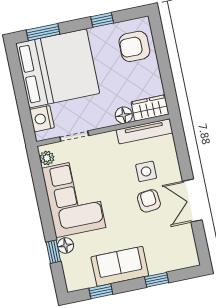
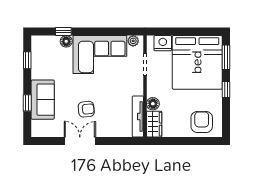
window: (102, 20) -> (226, 89), moved
side table: (146, 171) -> (108, 112), removed
sofa: (120, 266) -> (43, 100), moved

